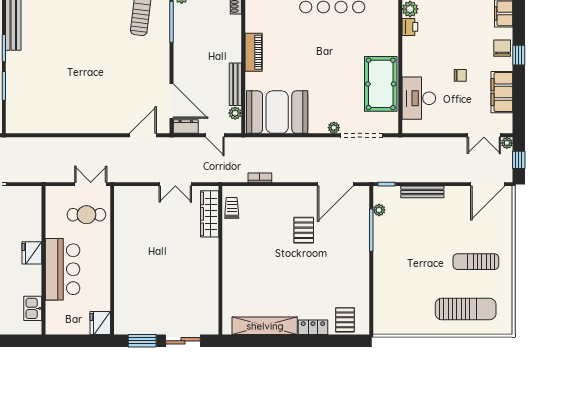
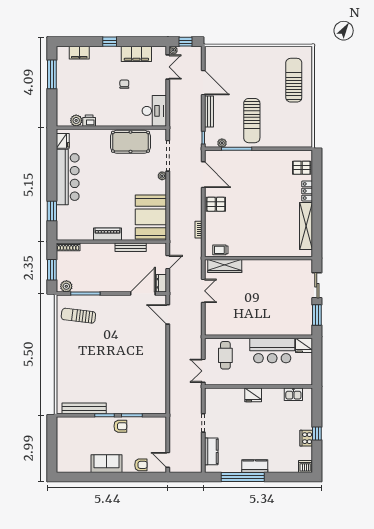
chair: (502, 48) -> (104, 54), removed
desk: (419, 98) -> (154, 111), moved, turned -90
plant: (235, 113) -> (152, 247), removed
double door: (91, 184) -> (203, 371), moved
door: (488, 184) -> (203, 83), moved
pallet: (304, 230) -> (216, 204), moved
sun lounger: (476, 262) -> (252, 121), moved, width x1.36, depth x1.34
bar counter: (63, 269) -> (272, 350), moved, turned 180

